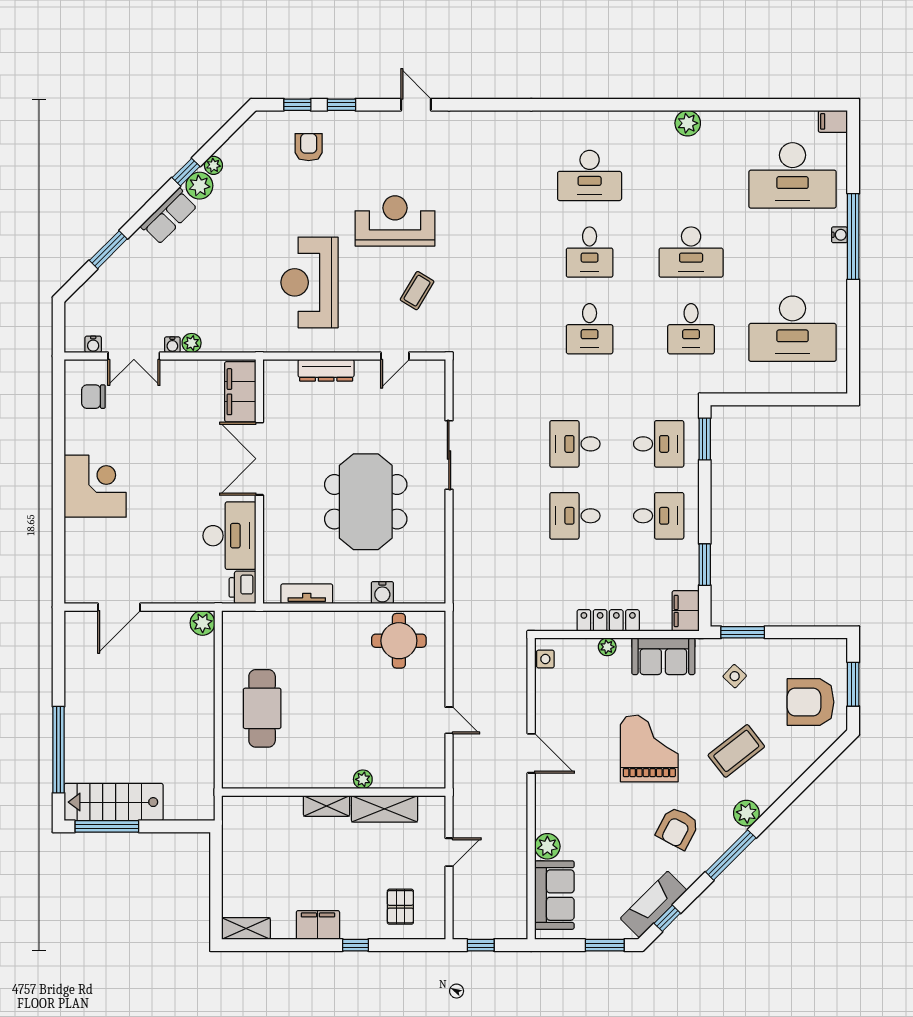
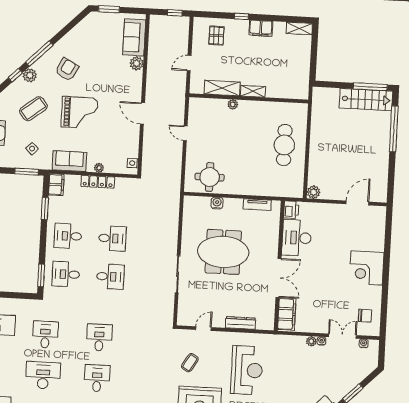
meeting table: (366, 502) -> (223, 252), turned 90
grand piano: (649, 749) -> (80, 112), turned -90
fireplace: (654, 904) -> (82, 30), removed
window: (667, 918) -> (15, 75), moved

